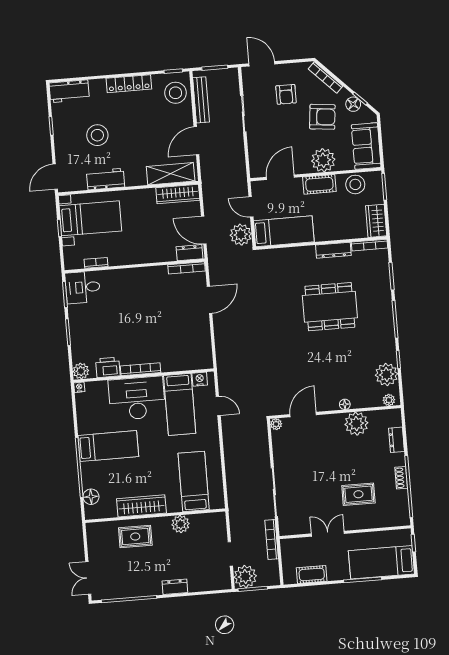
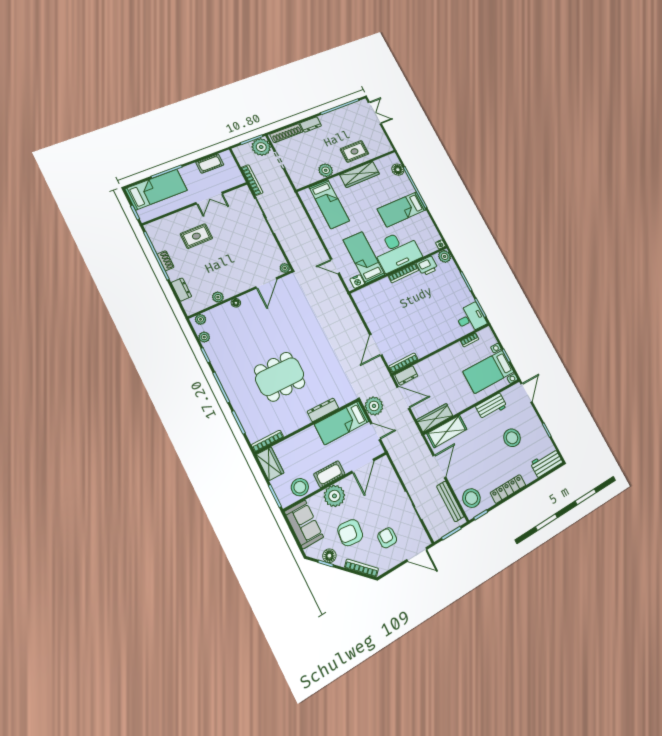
dresser: (333, 250) -> (323, 410), moved
plant: (387, 375) -> (204, 337), width x0.53, depth x0.53
plant: (356, 424) -> (218, 297), width x0.53, depth x0.53
shoe rack: (209, 585) -> (286, 133), added

